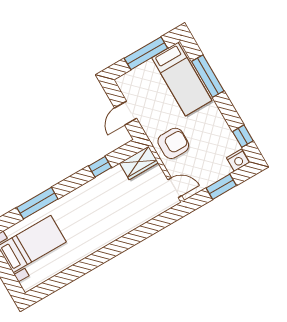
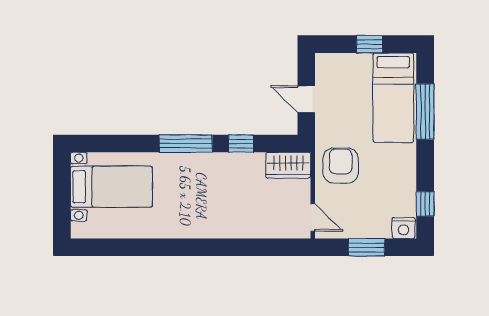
window: (146, 53) -> (369, 44), width x0.46
door: (126, 113) -> (306, 99), hinge flipped
armchair: (173, 143) -> (341, 166), turned -90
window: (37, 203) -> (186, 144), moved

